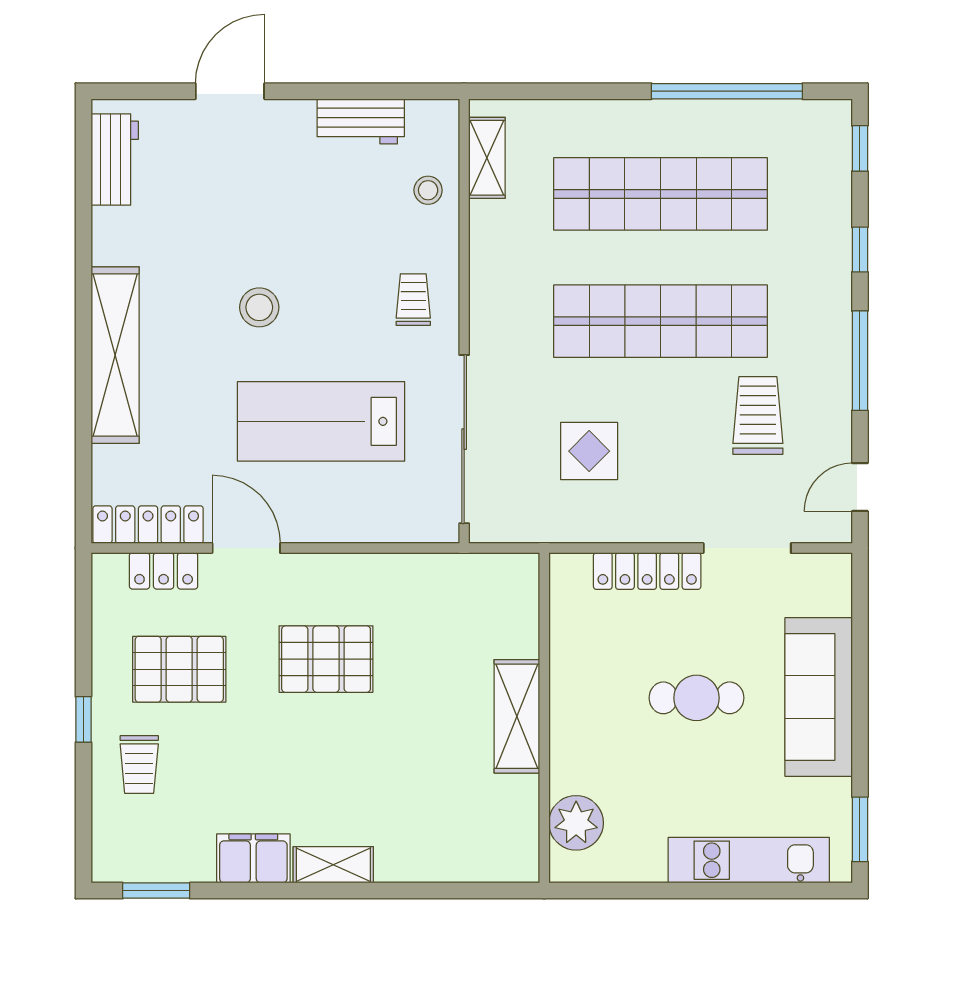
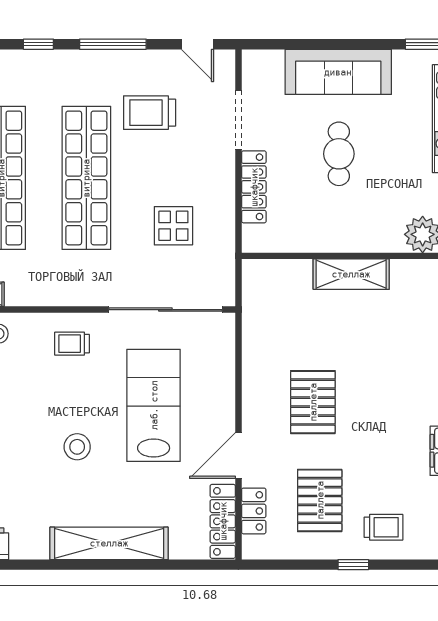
lab bench: (321, 421) -> (154, 405), turned 180

